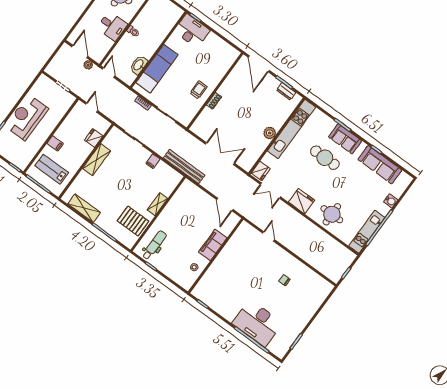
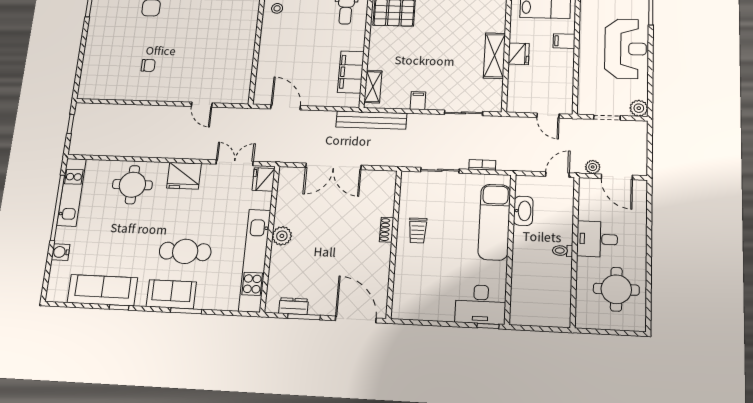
door: (109, 73) -> (557, 175), swing flipped
plant: (43, 80) -> (639, 108), added
fridge: (94, 138) -> (519, 54), moved
shelving: (157, 204) -> (373, 87), moved
filing cabinet: (213, 245) -> (351, 72), moved, turned 180

